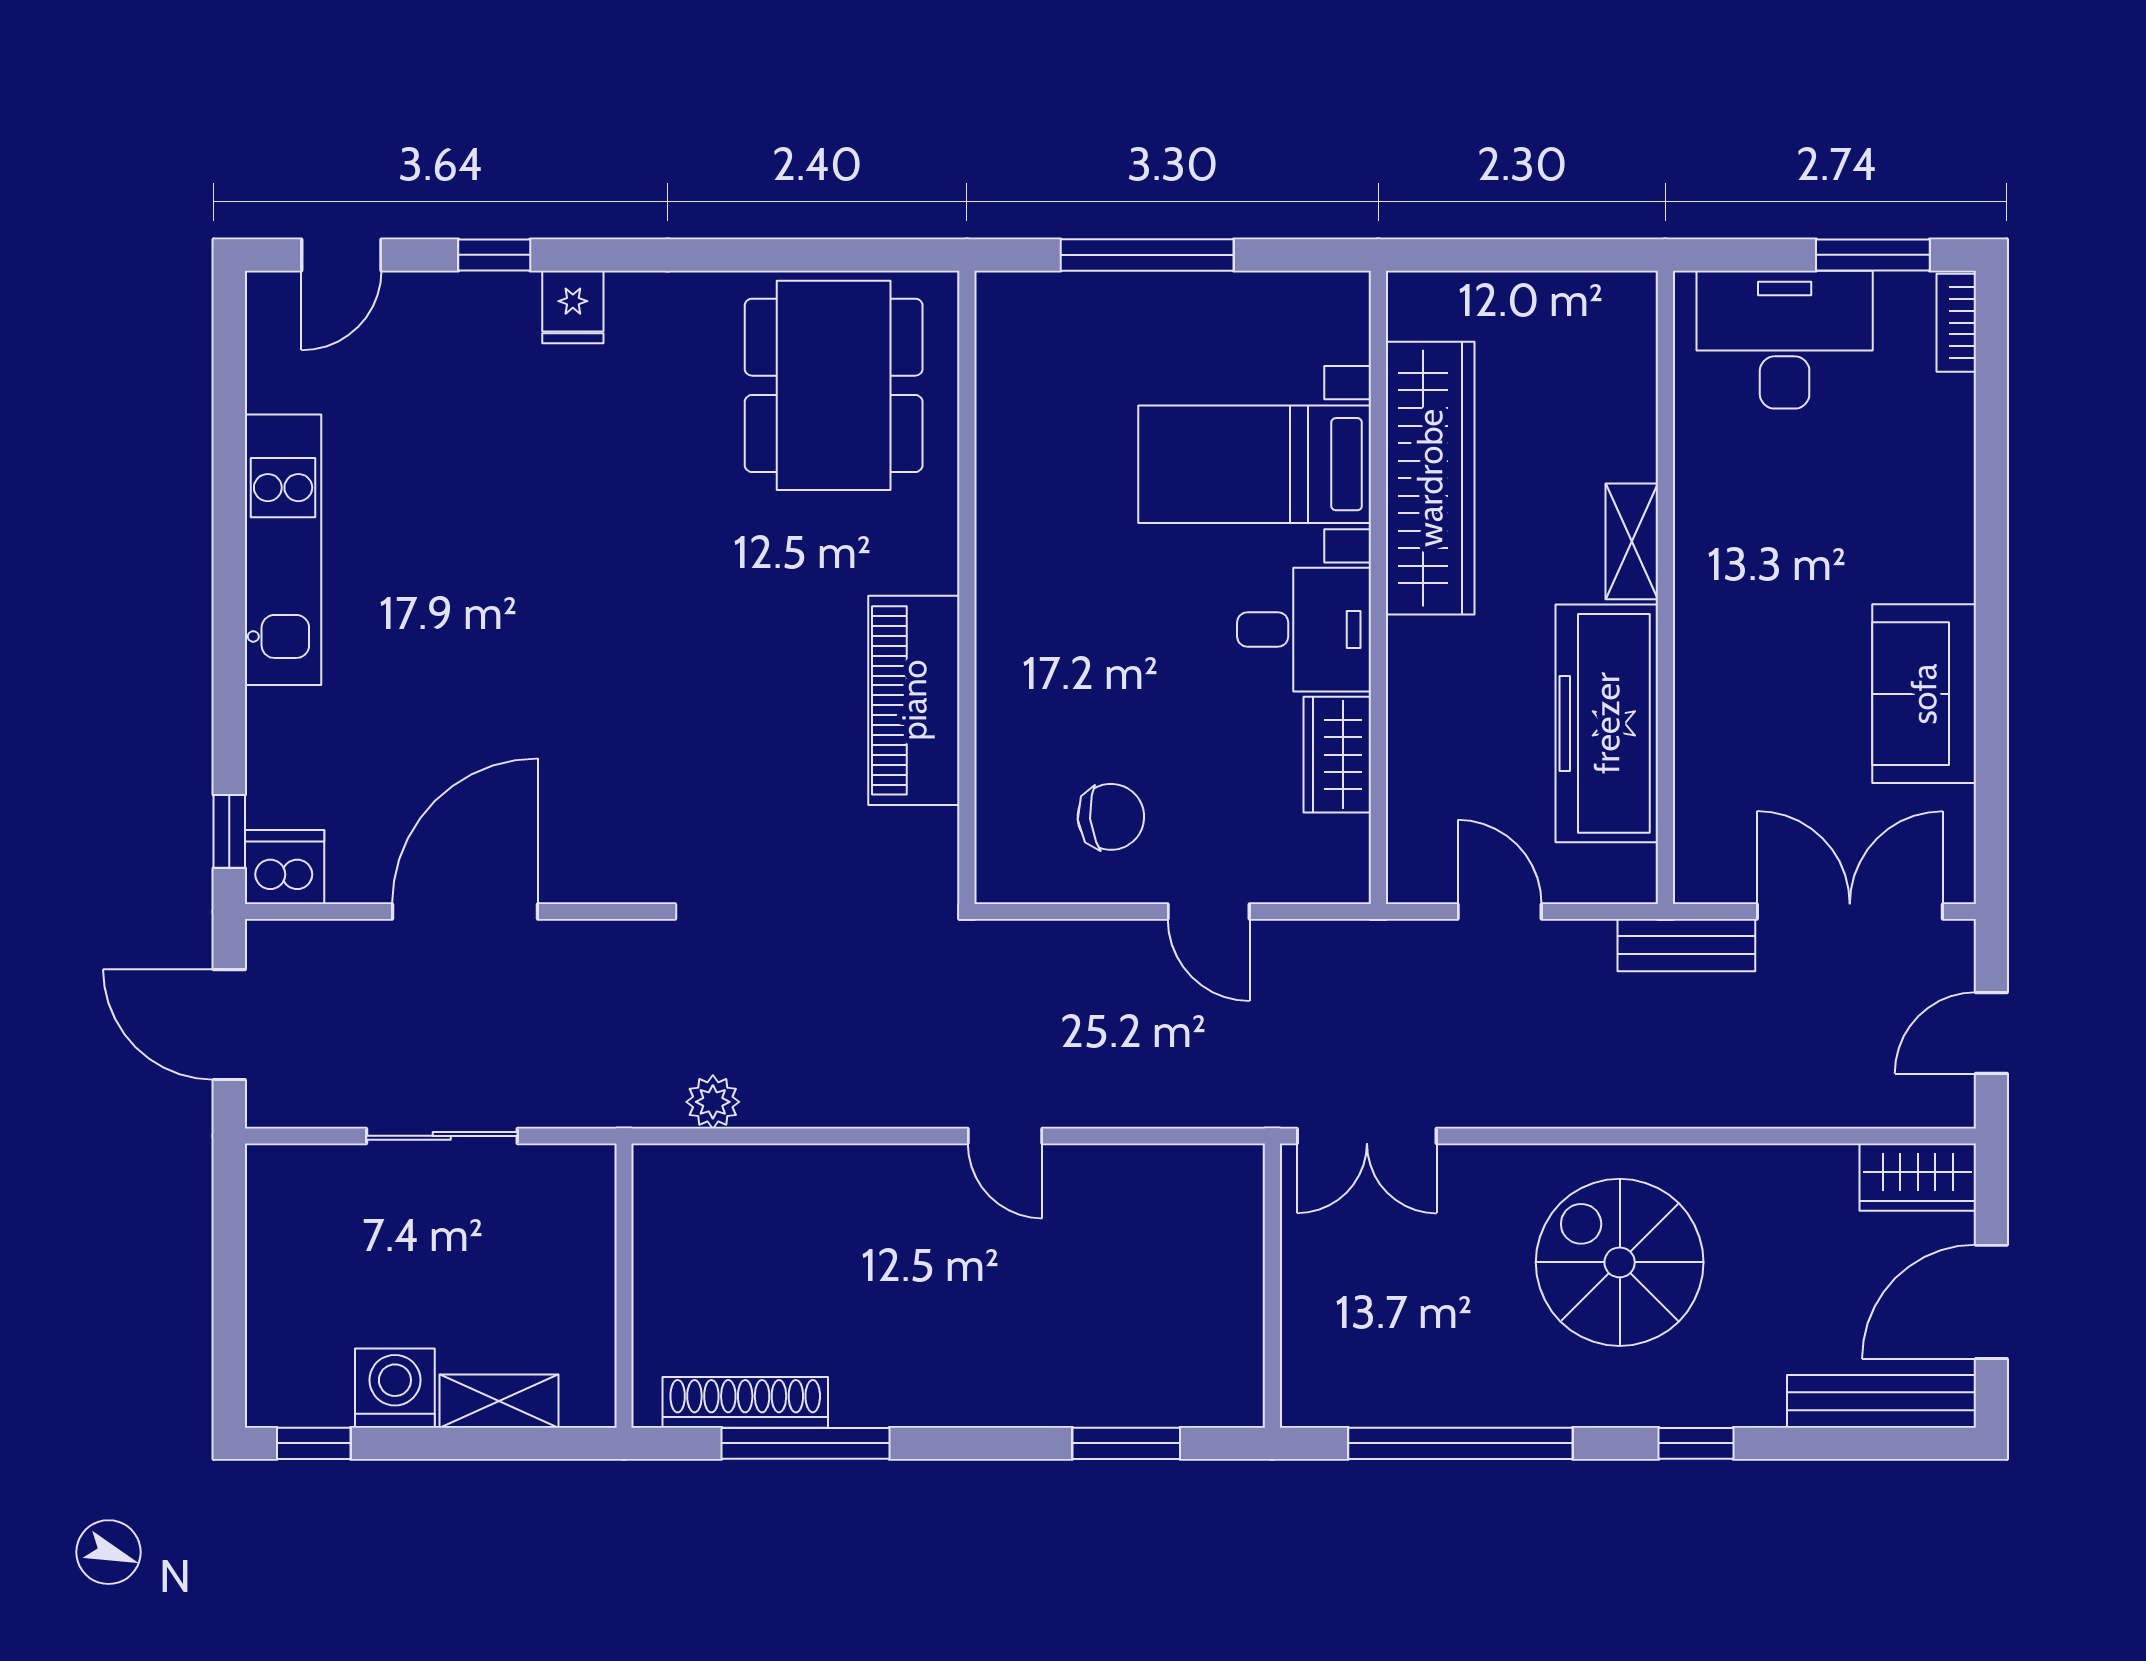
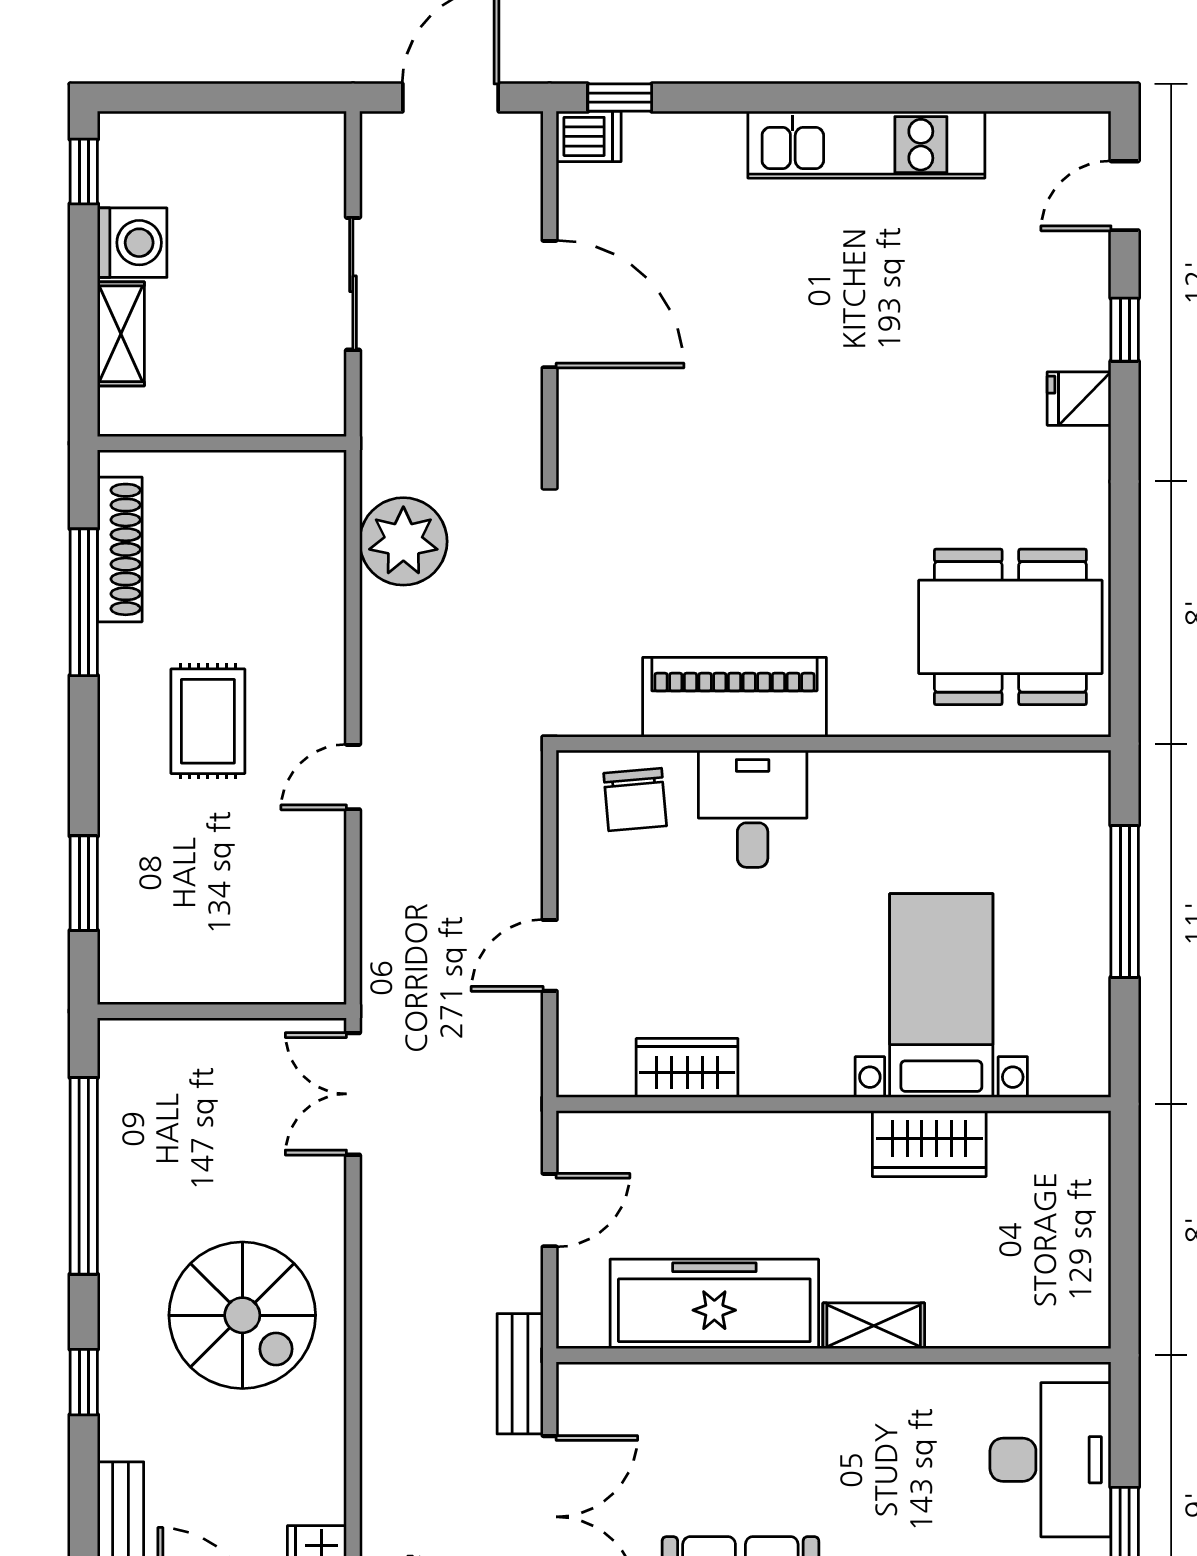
door: (341, 255) -> (1125, 196), hinge flipped
wardrobe: (1430, 478) -> (929, 1144), width x0.48, depth x0.85
desk: (1304, 630) -> (753, 809), moved, turned 180
chair: (1111, 817) -> (635, 800), moved
dishwasher: (285, 867) -> (589, 136), width x0.73
plant: (713, 1102) -> (403, 541), width x1.88, depth x1.88
spiral stairs: (1620, 1262) -> (242, 1315), turned 90
rug: (941, 1302) -> (208, 721), added

